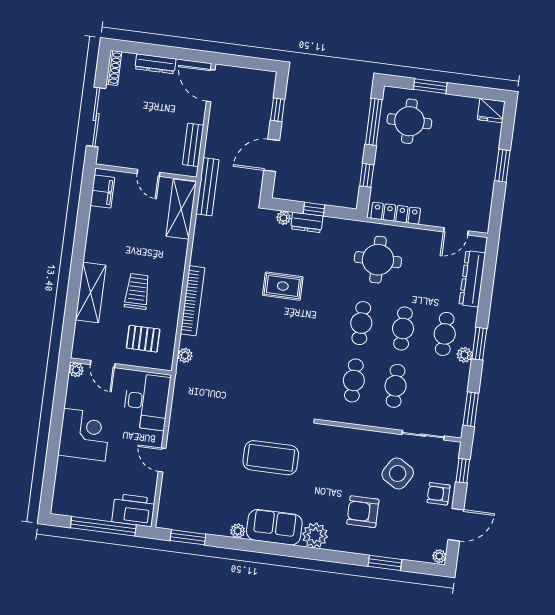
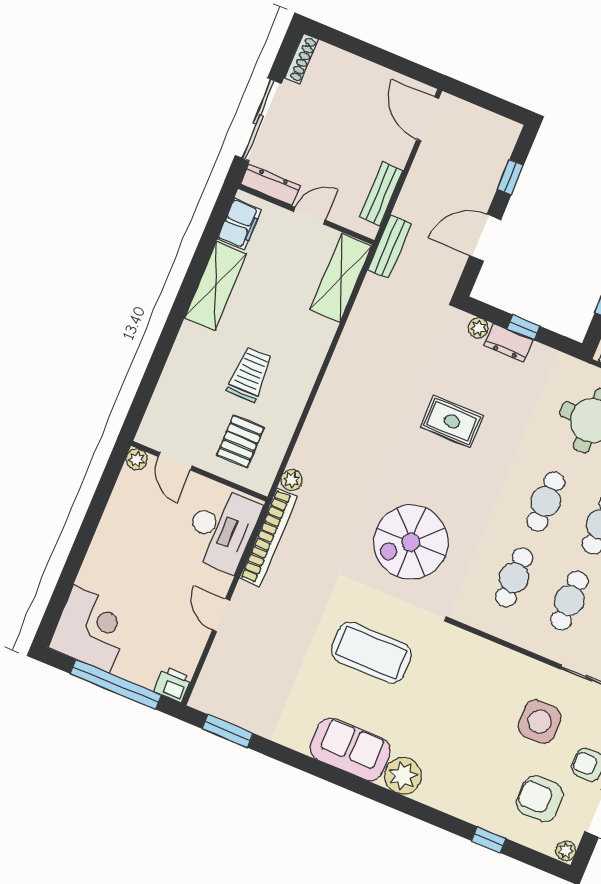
dresser: (155, 64) -> (270, 185), moved, turned 180
door: (148, 173) -> (309, 216), swing flipped
bench: (207, 187) -> (389, 247), width x0.73
shelving: (91, 292) -> (216, 286), moved
bookcase: (193, 301) -> (268, 537), moved
pallet: (143, 339) -> (240, 441), turned 90
spiral stairs: (277, 375) -> (411, 542), added
corner desk: (84, 435) -> (91, 629), moved
side table: (398, 473) -> (540, 722), turned -31
printer: (133, 510) -> (173, 685), width x0.53, depth x0.68
armchair: (363, 512) -> (540, 799), moved
plant: (238, 531) -> (298, 741), removed
window: (385, 563) -> (489, 840), width x0.67

